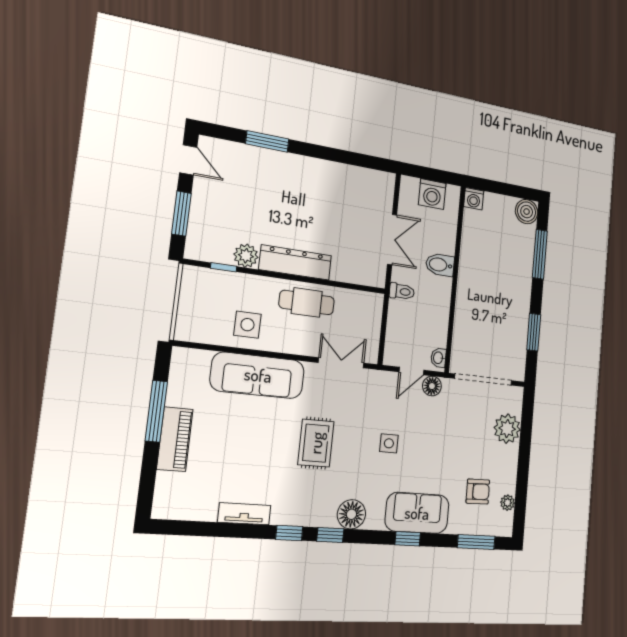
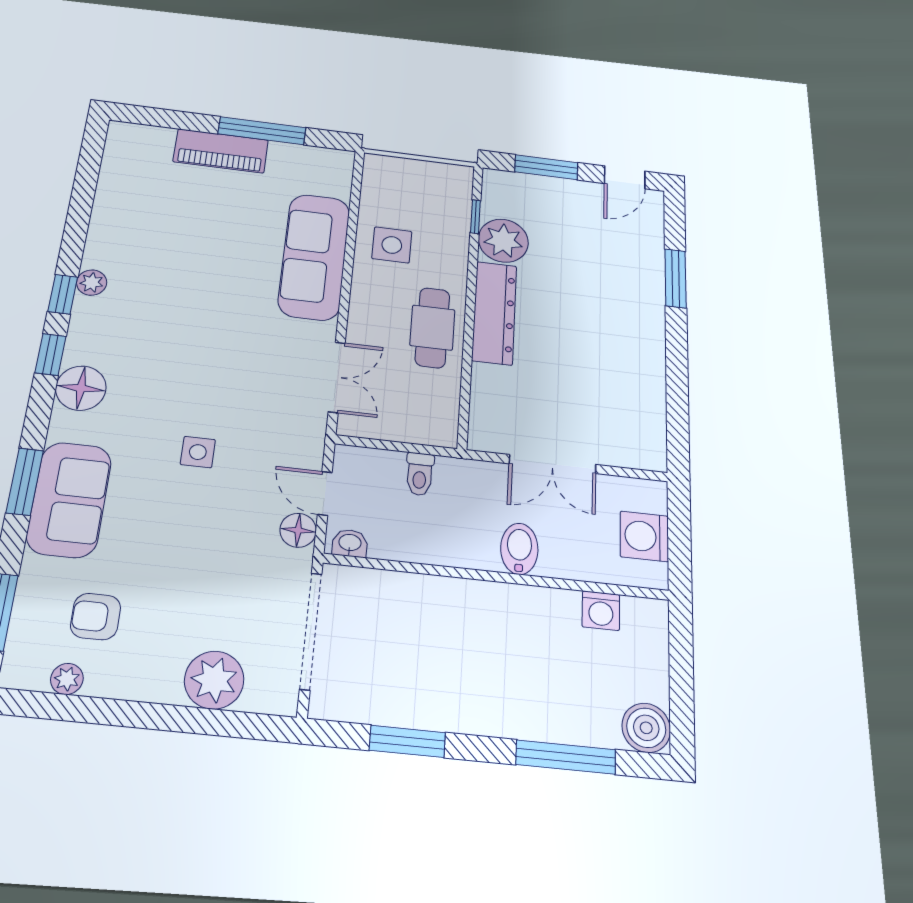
washing machine: (474, 199) -> (601, 611), moved, turned -90
plant: (246, 256) -> (503, 241), width x1.36, depth x1.36
toilet: (402, 291) -> (420, 474), moved
rug: (316, 443) -> (205, 336), removed
armchair: (478, 492) -> (96, 617), turned 91
tv unit: (244, 514) -> (102, 234), removed
plant: (281, 516) -> (92, 283), added
window: (408, 539) -> (25, 482), width x1.50

